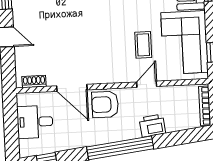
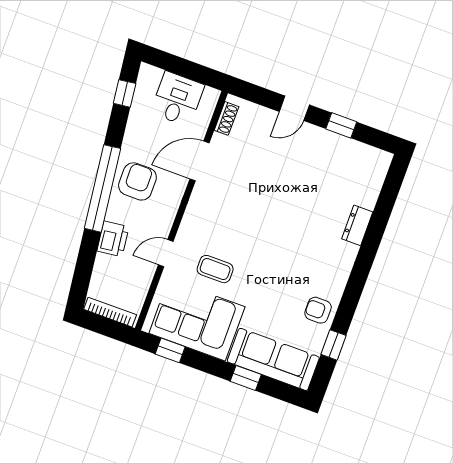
door: (147, 84) -> (166, 253), swing flipped
armchair: (105, 104) -> (137, 181), moved

